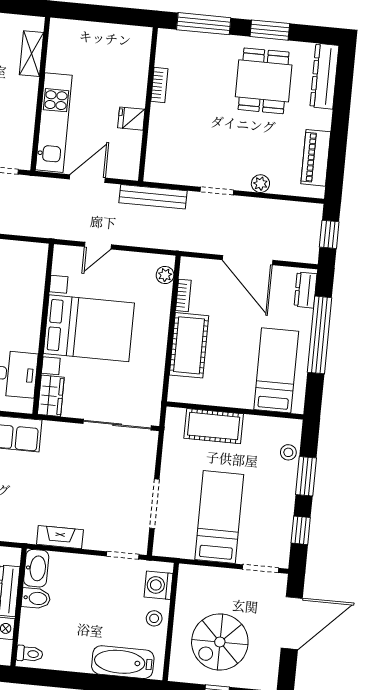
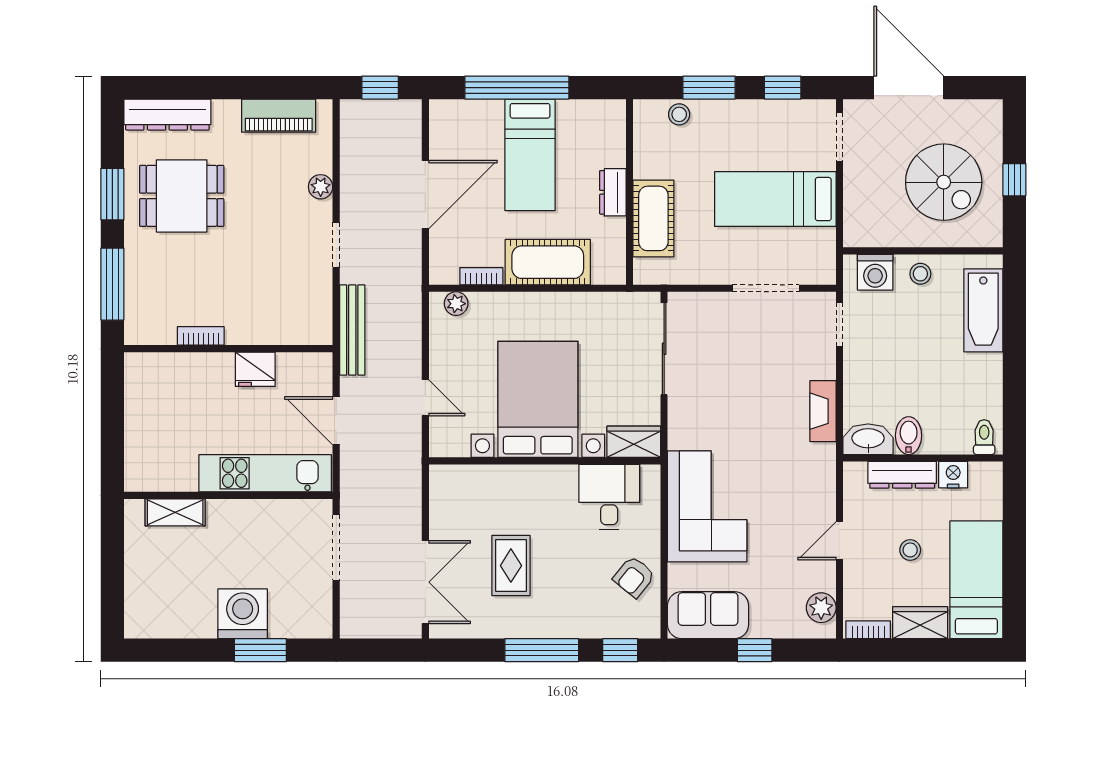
fridge: (131, 119) -> (255, 369), width x1.38
dresser: (306, 290) -> (613, 192), moved, turned 90
bed: (276, 370) -> (530, 155), moved, turned -90

